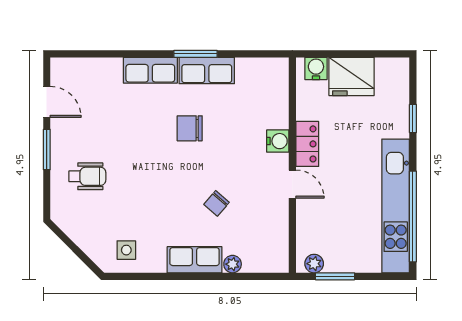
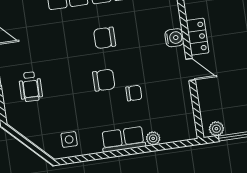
wheelchair: (87, 176) -> (31, 87), turned 91
chair: (181, 182) -> (104, 80), added
chair: (216, 203) -> (134, 93), turned -131

